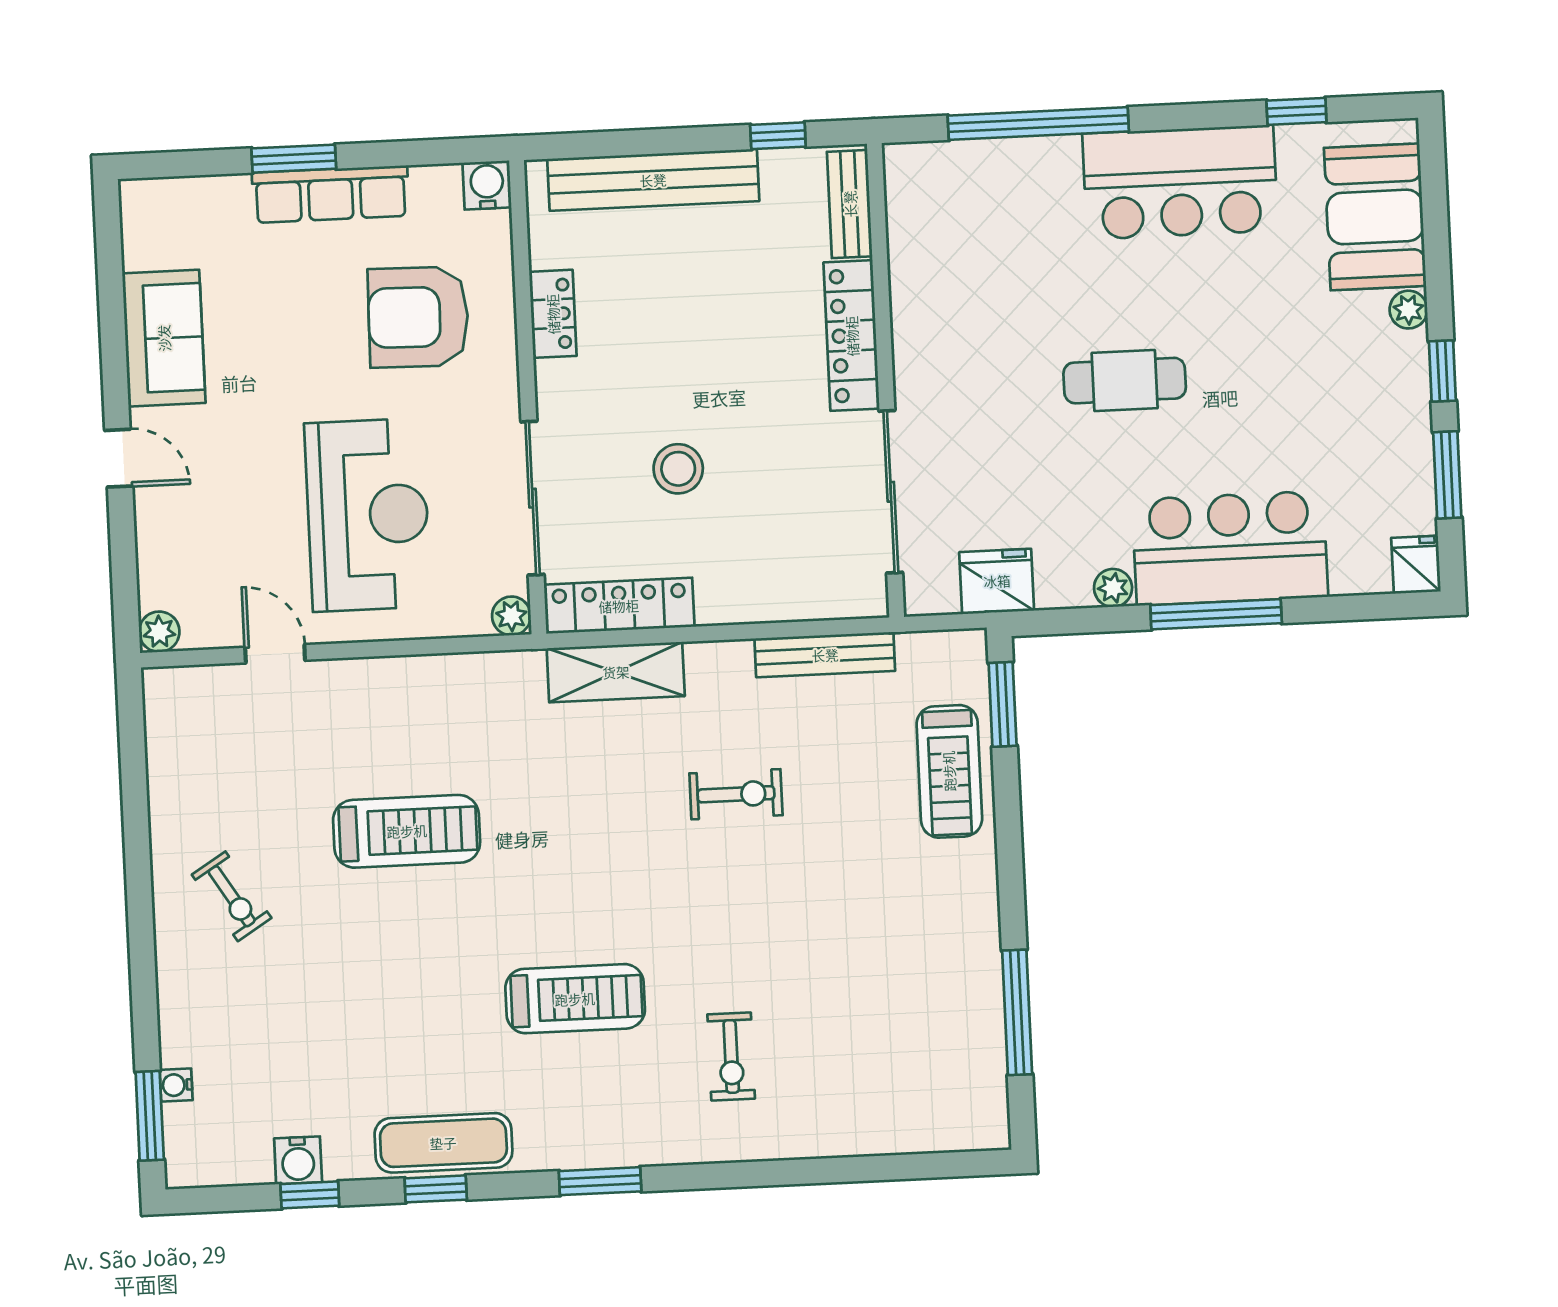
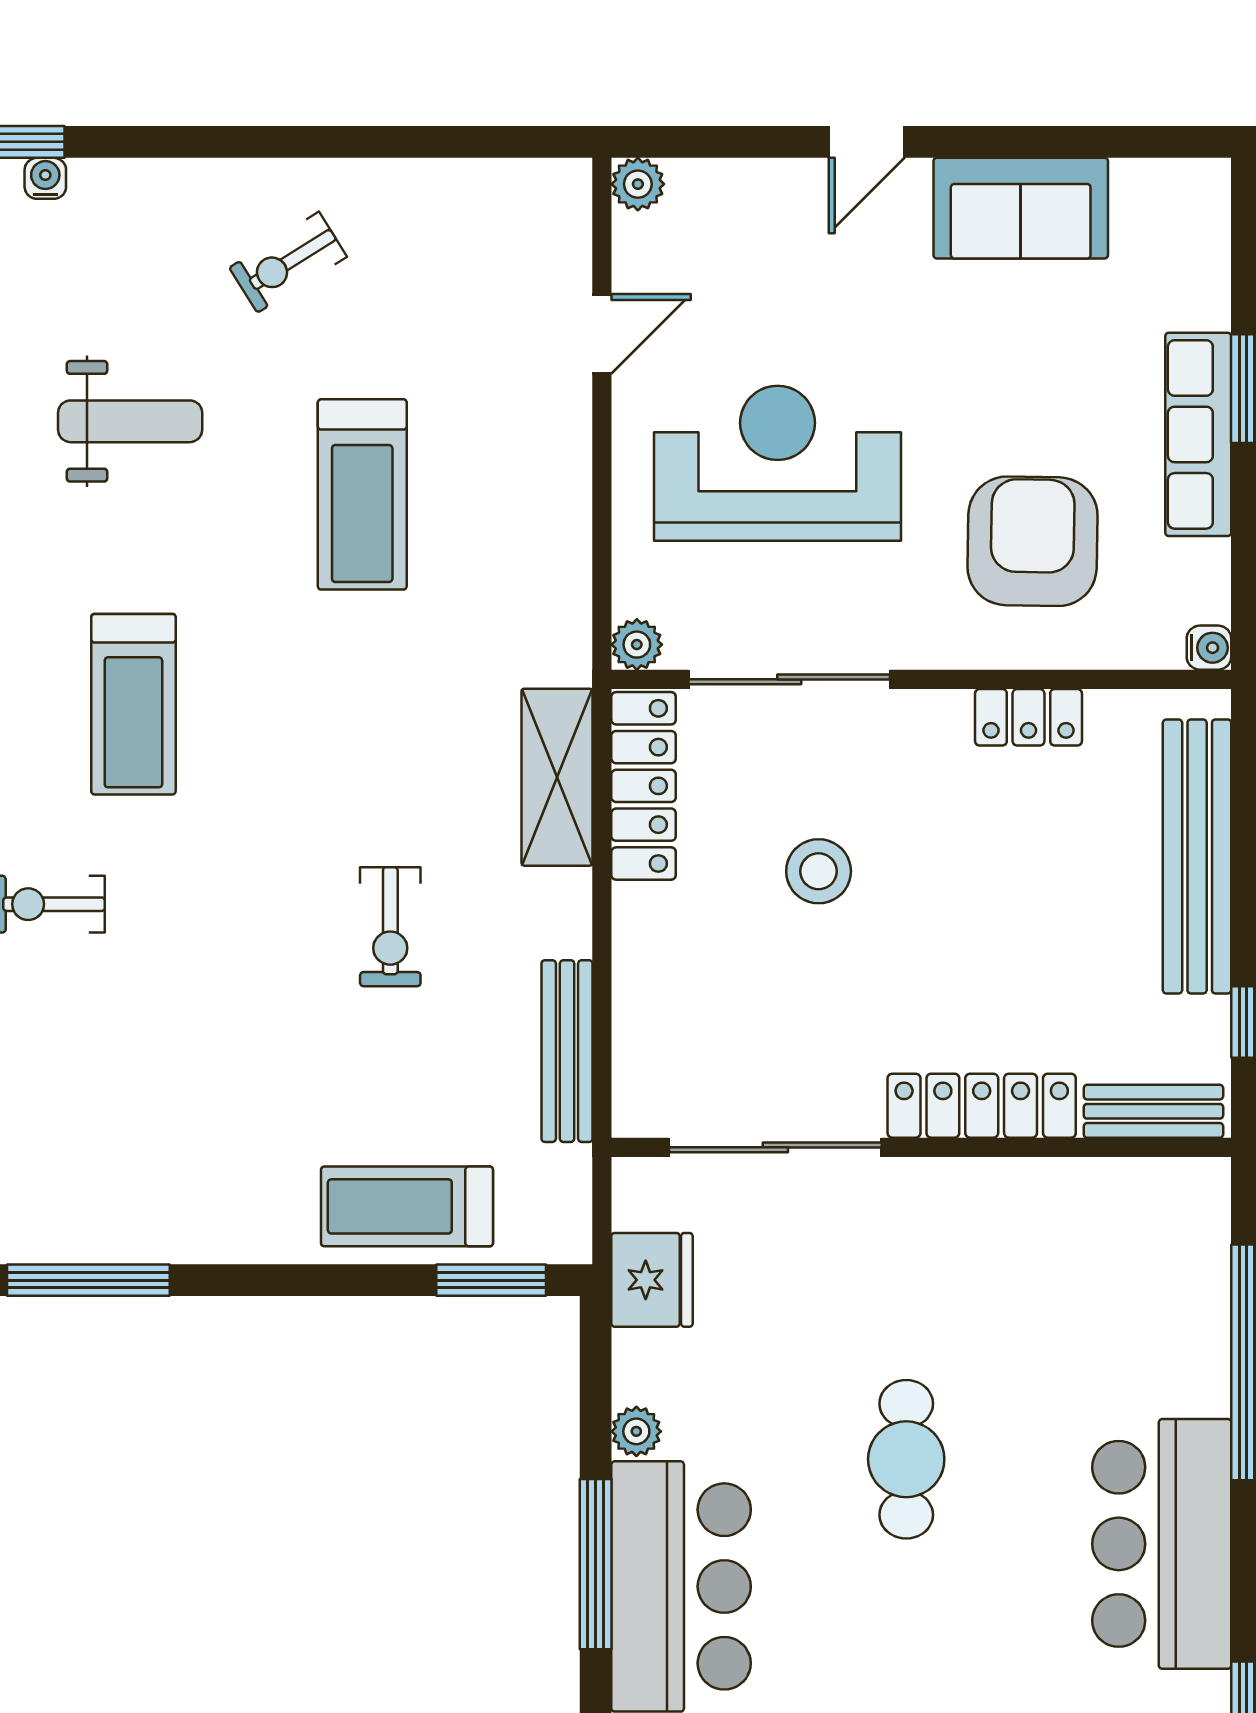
water cooler: (487, 185) -> (1209, 648), width x0.72, depth x0.72
reception desk: (368, 515) -> (777, 463), turned 180
weight bench: (359, 1011) -> (130, 421), added

